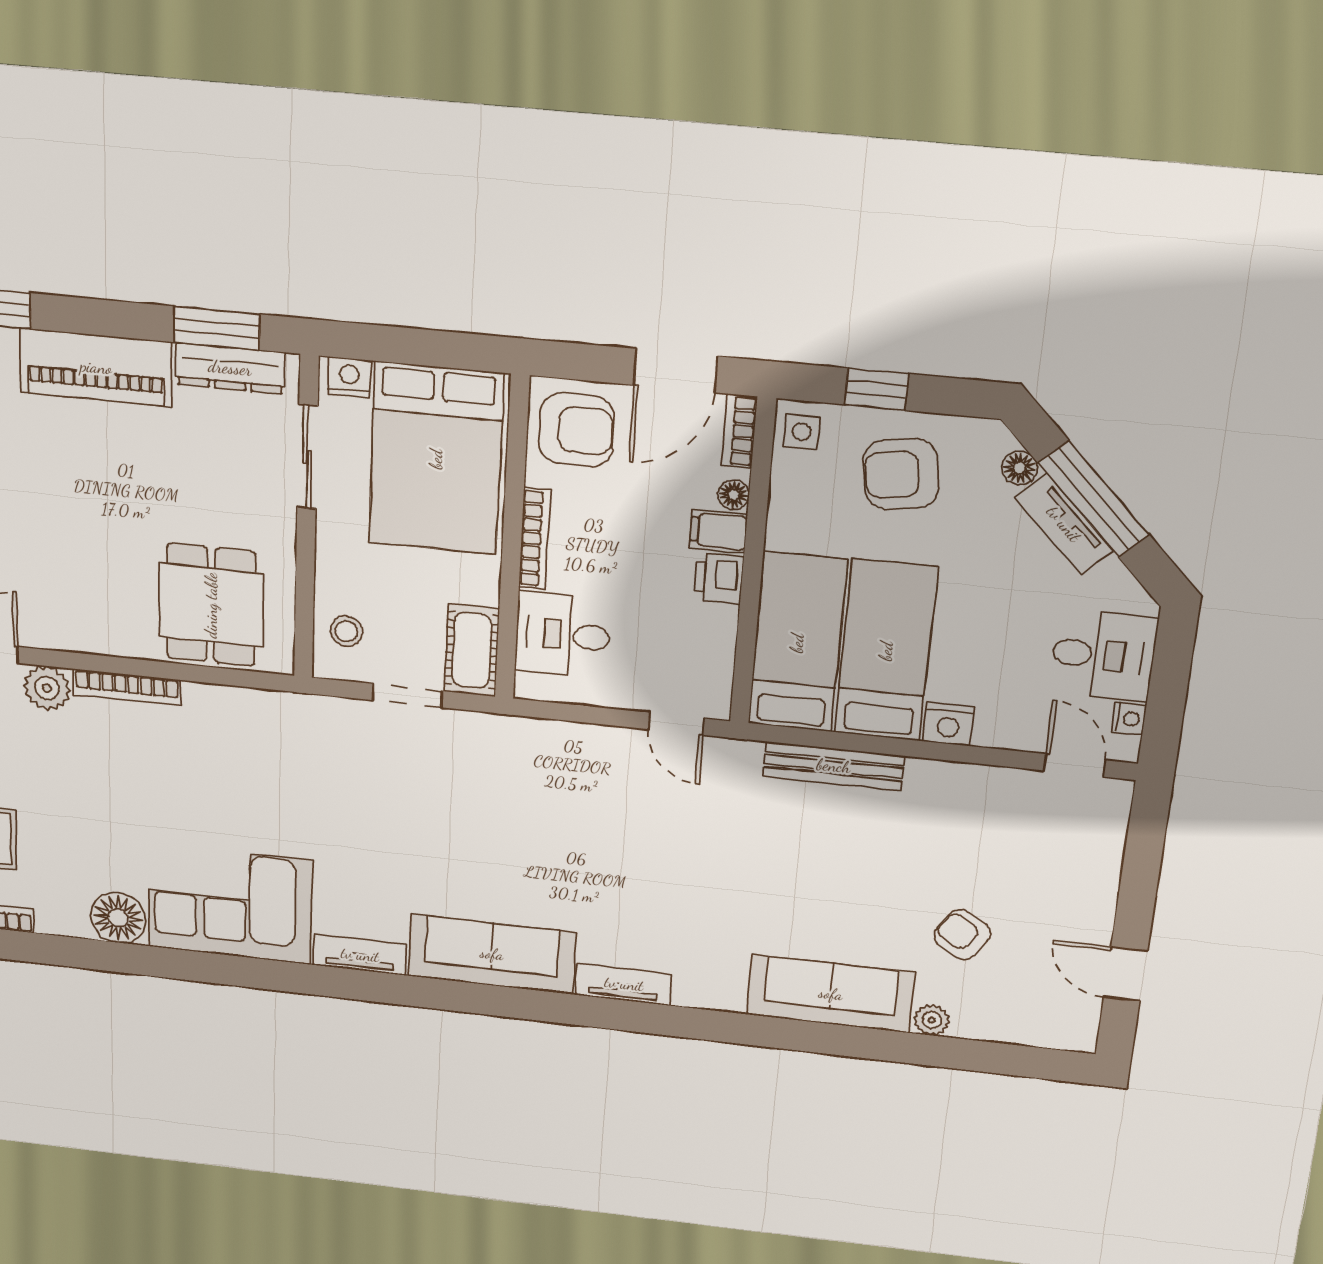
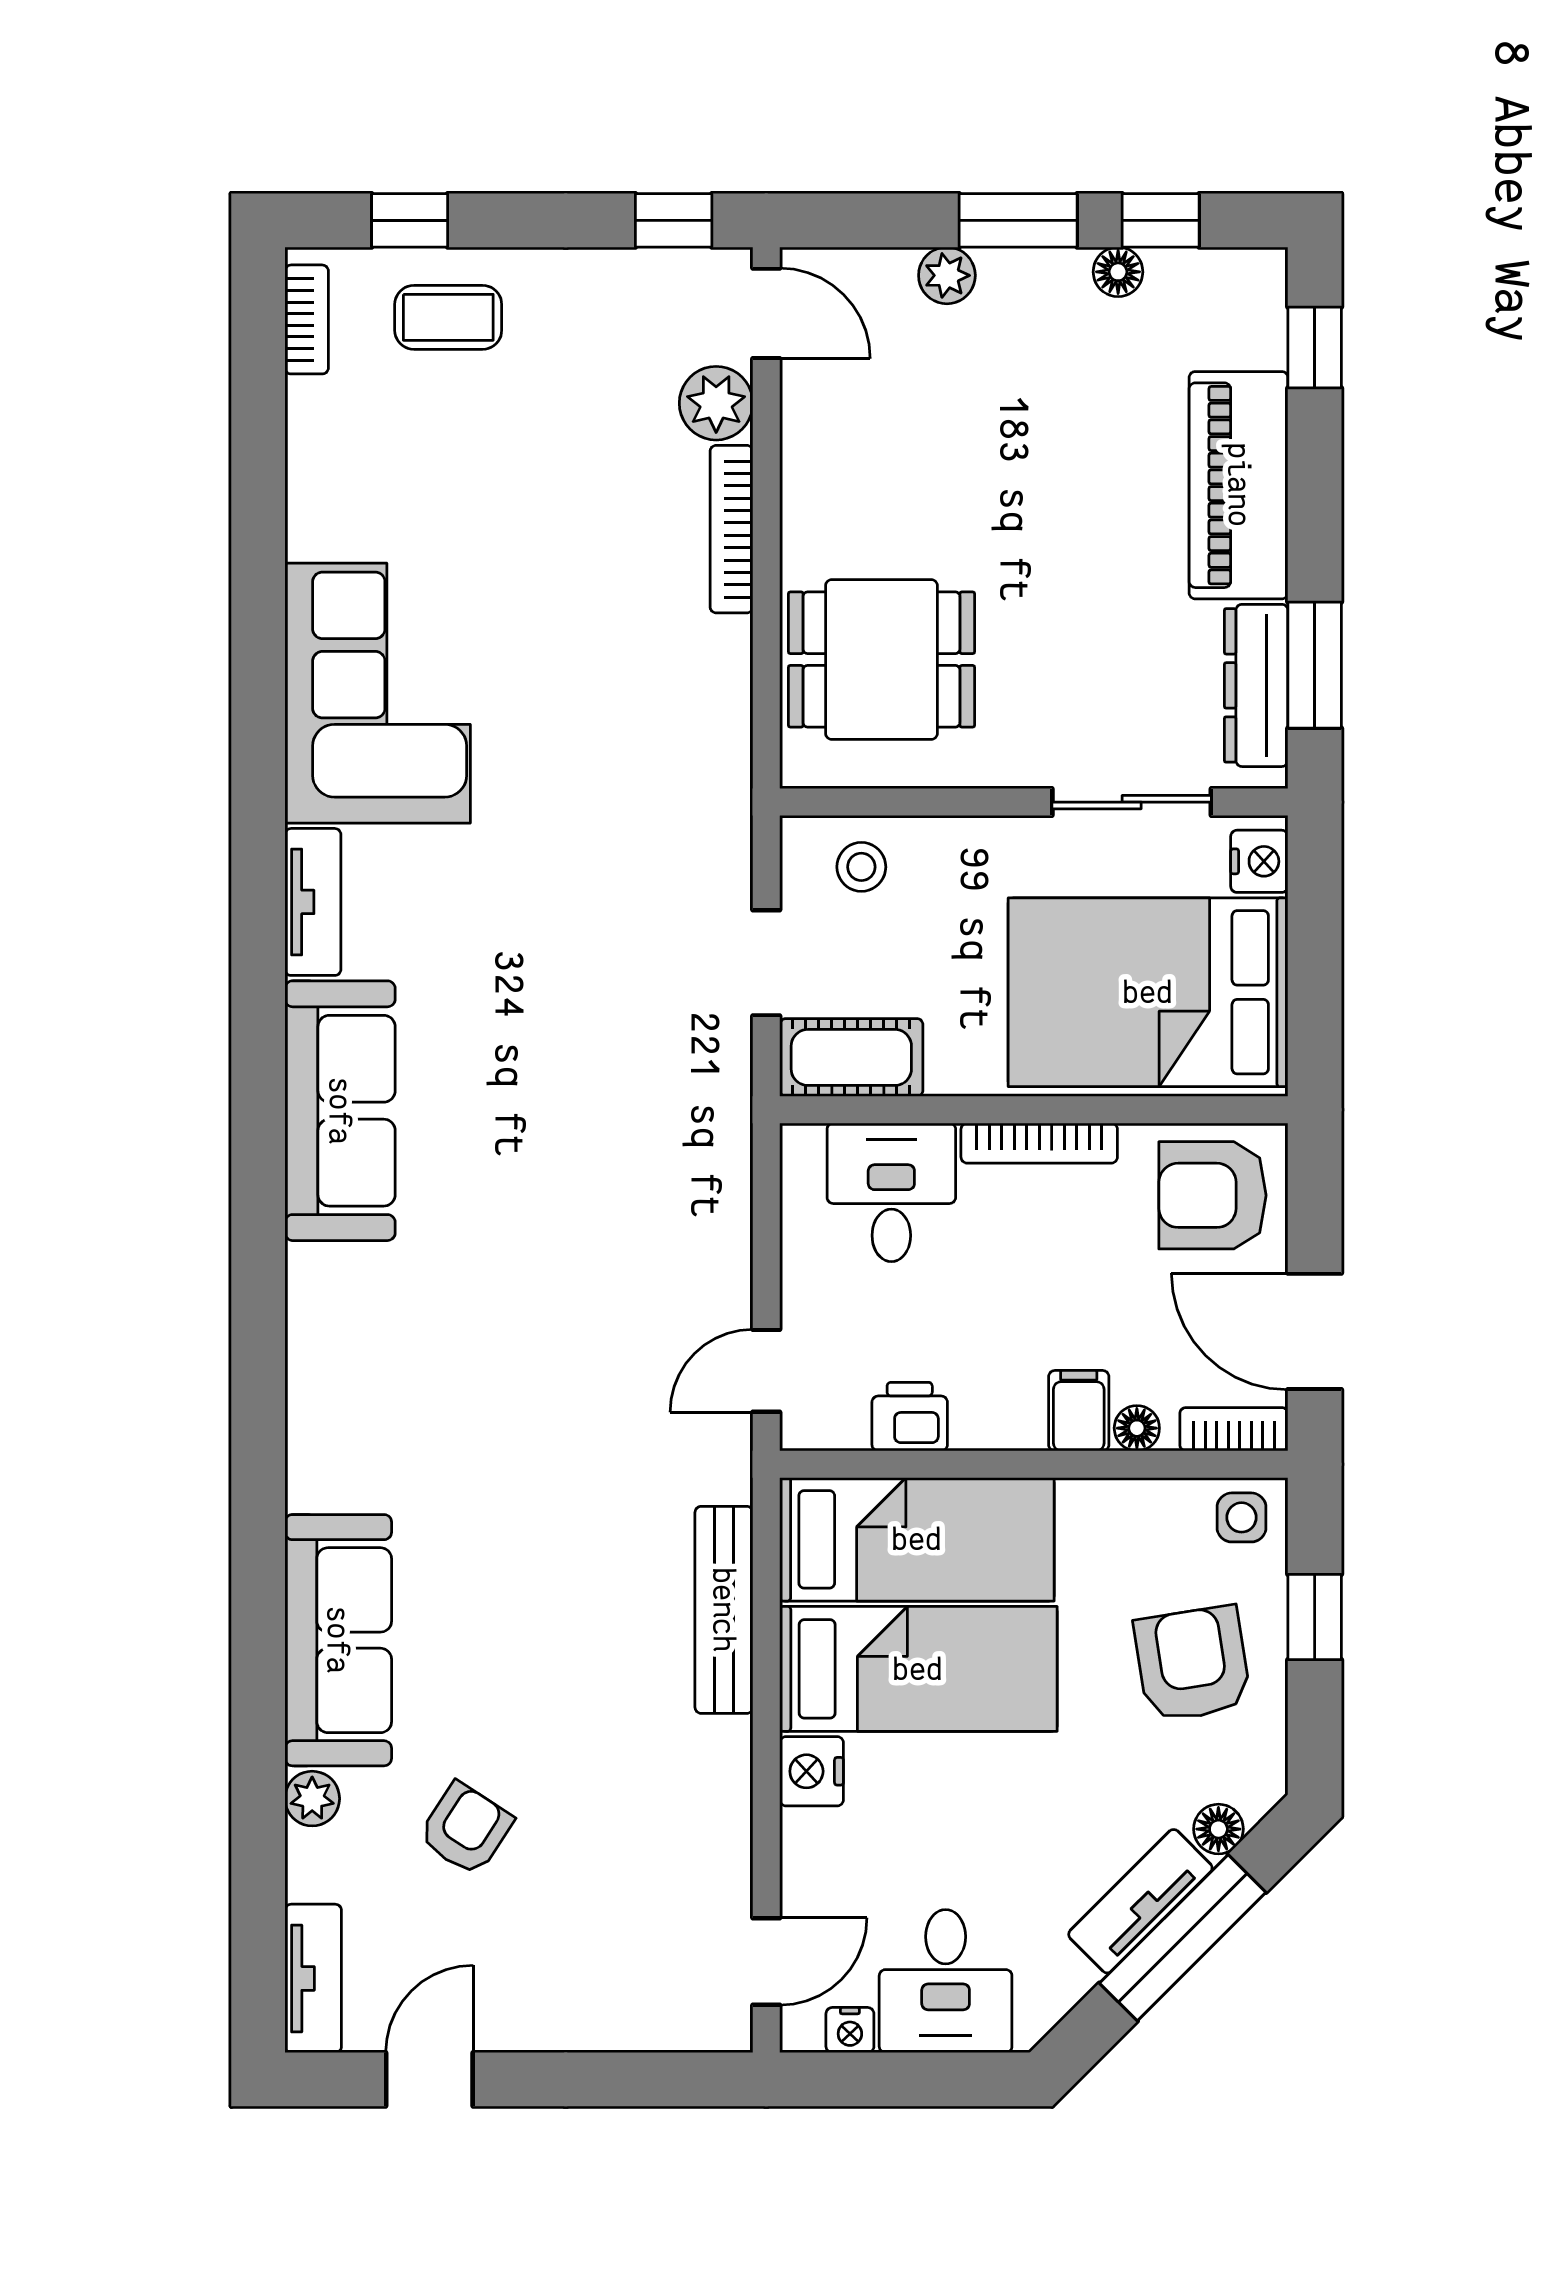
armchair: (577, 430) -> (1212, 1195), turned 90
printer: (719, 578) -> (910, 1417), moved
floor lamp: (118, 918) -> (330, 513), removed
tv unit: (624, 984) -> (313, 1978), moved

